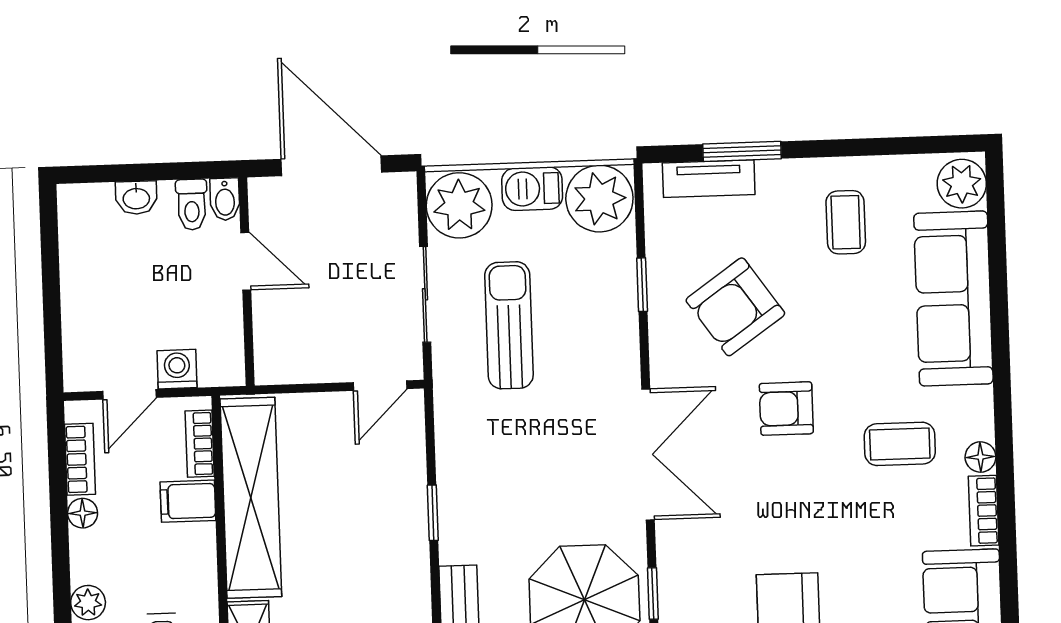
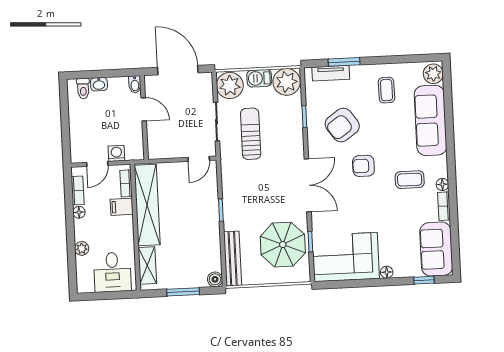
toilet: (192, 205) -> (83, 89), moved

